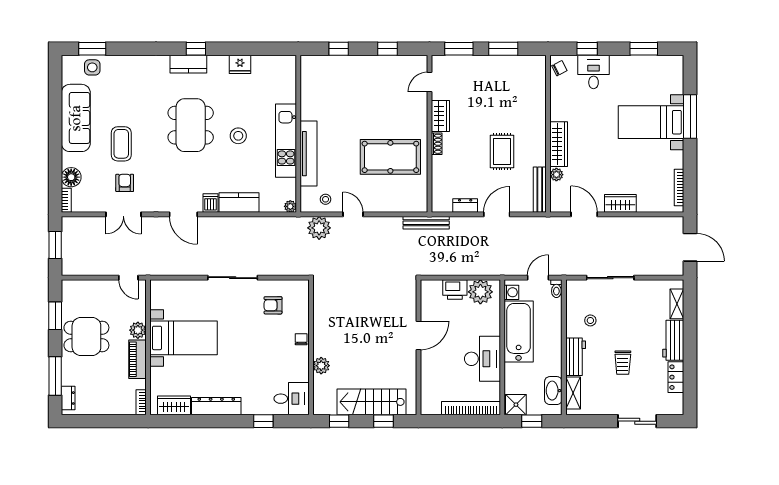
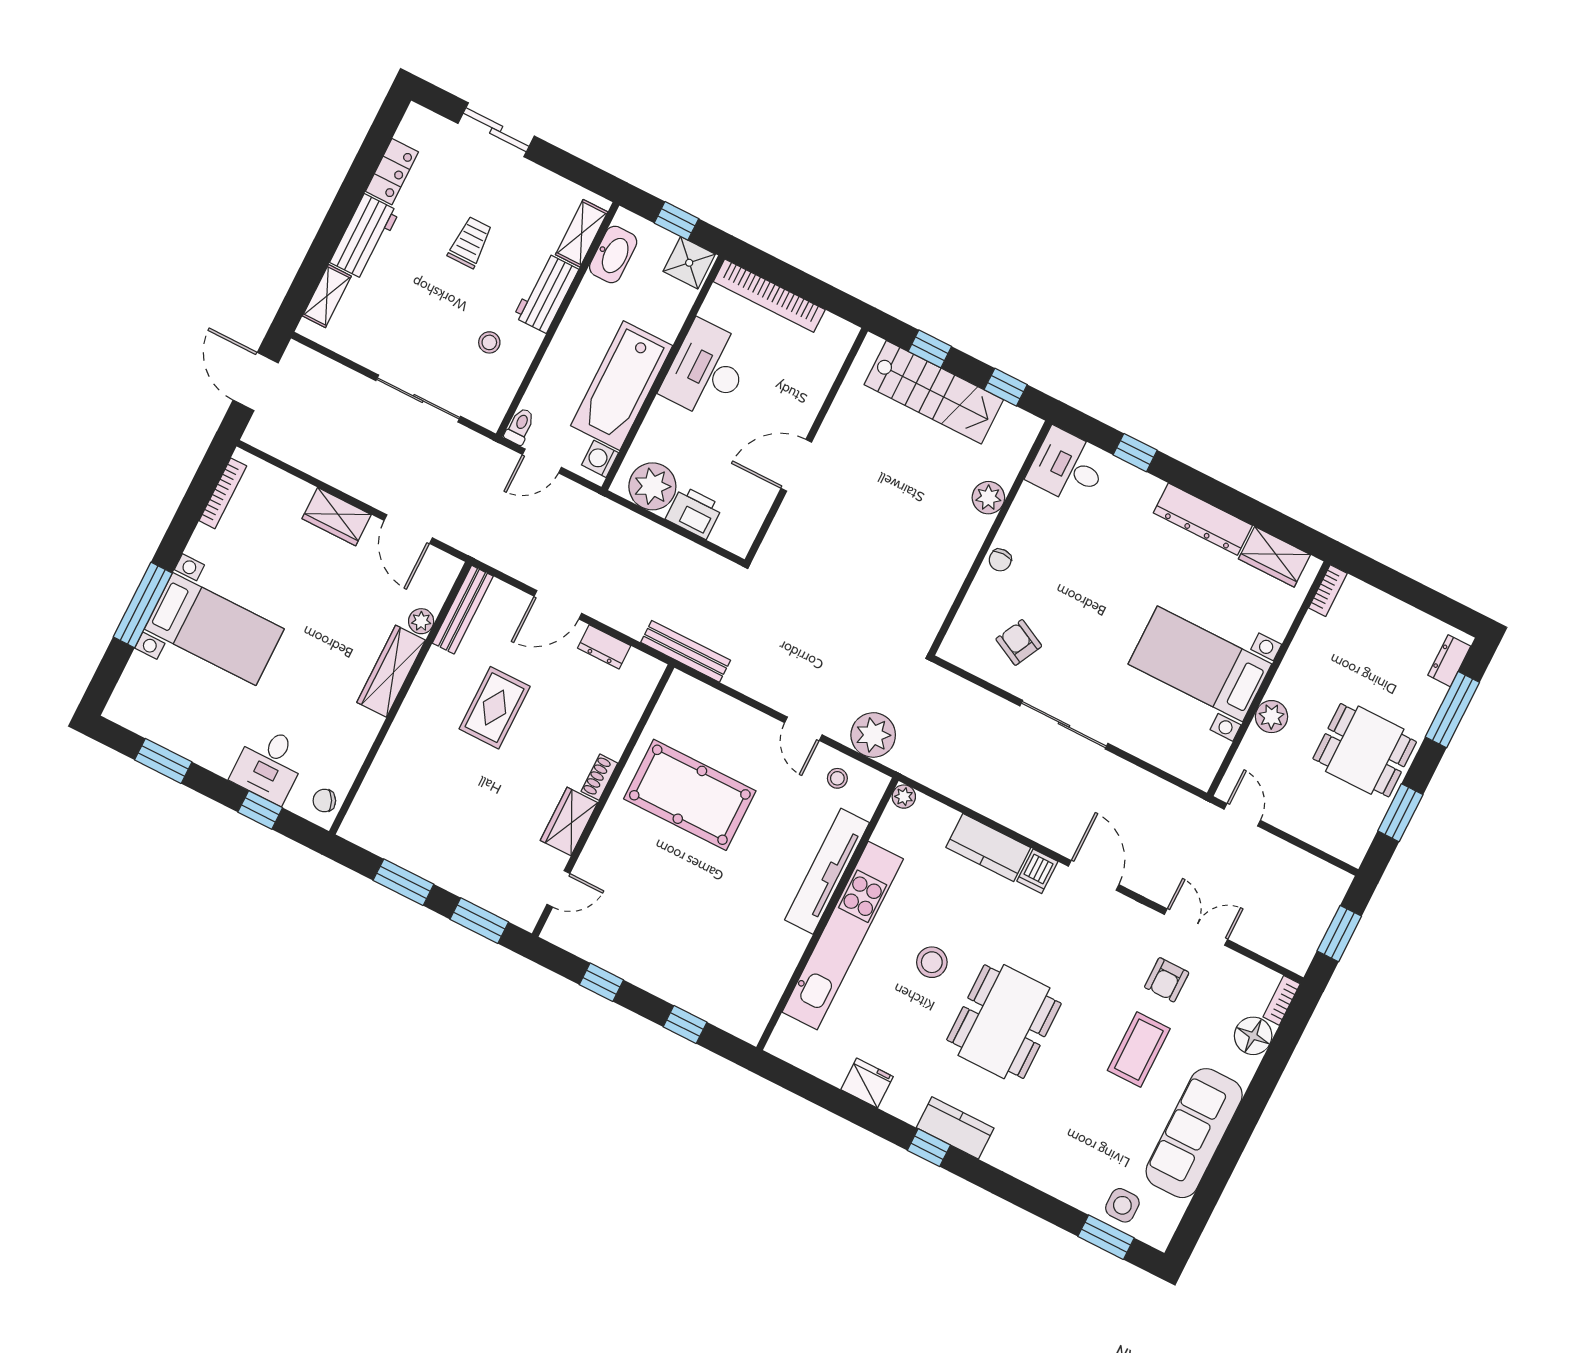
kitchen unit: (286, 141) -> (843, 936), width x1.36
armchair: (273, 305) -> (1019, 642), turned -153
piano: (138, 359) -> (1297, 667), removed

